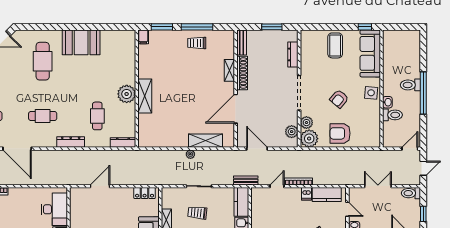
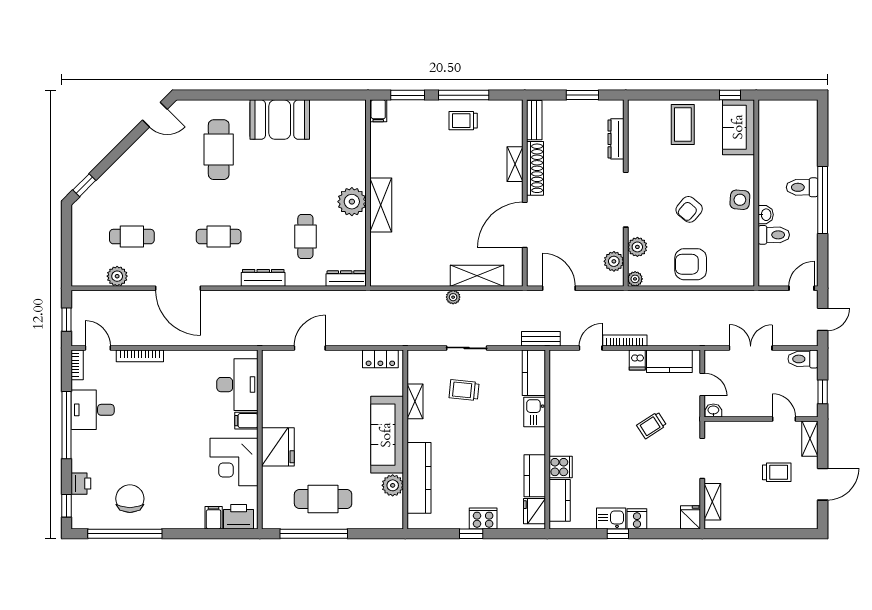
sofa: (370, 53) -> (739, 127), width x0.73
plant: (309, 139) -> (635, 279), width x0.53, depth x0.53

